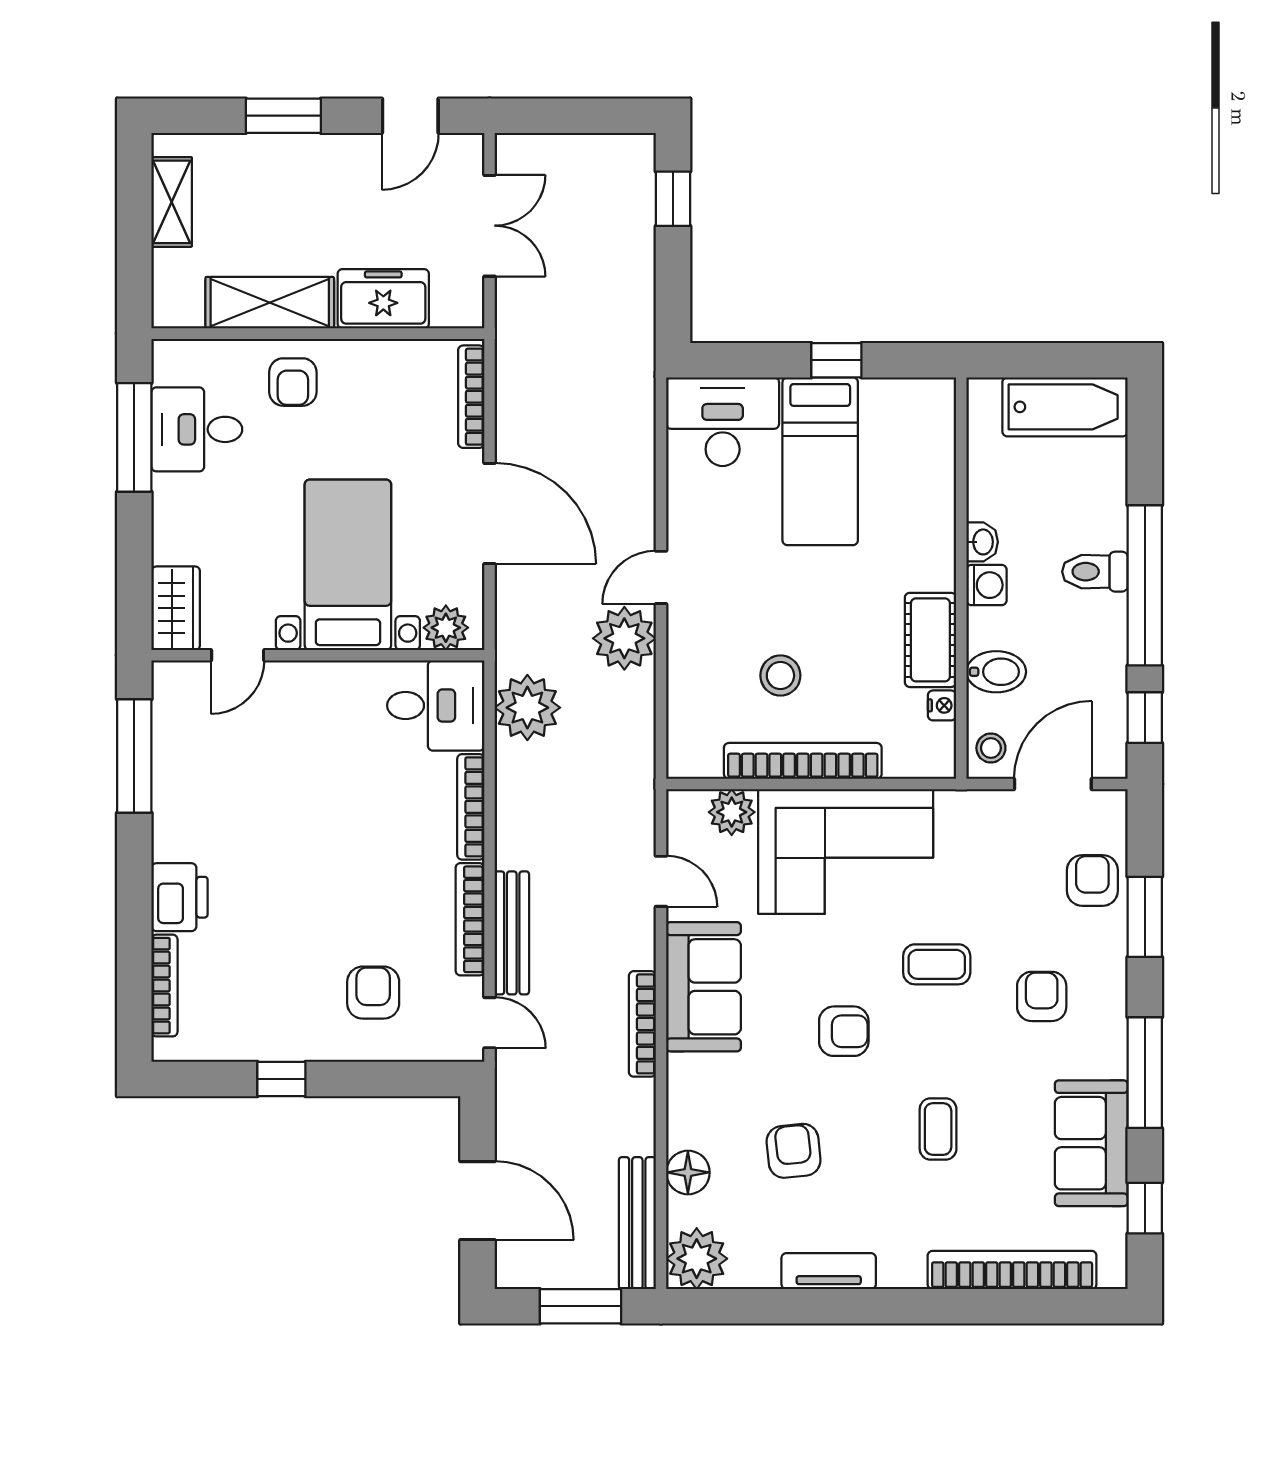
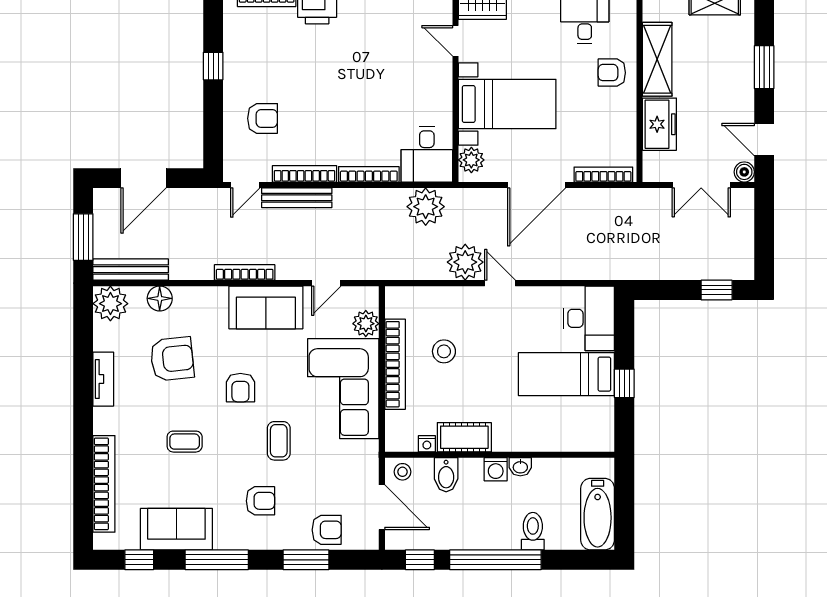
boiler: (467, 150) -> (744, 172), added
toilet: (1095, 572) -> (533, 531), moved
armchair: (794, 1151) -> (172, 359), width x1.38, depth x1.38

